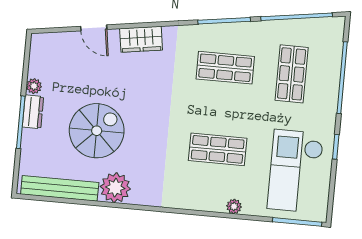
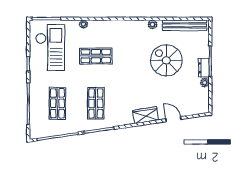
shop shelf: (225, 68) -> (96, 103), turned 90
spiral stairs: (97, 131) -> (166, 60), turned 90
plant: (115, 188) -> (153, 25), width x0.53, depth x0.53

